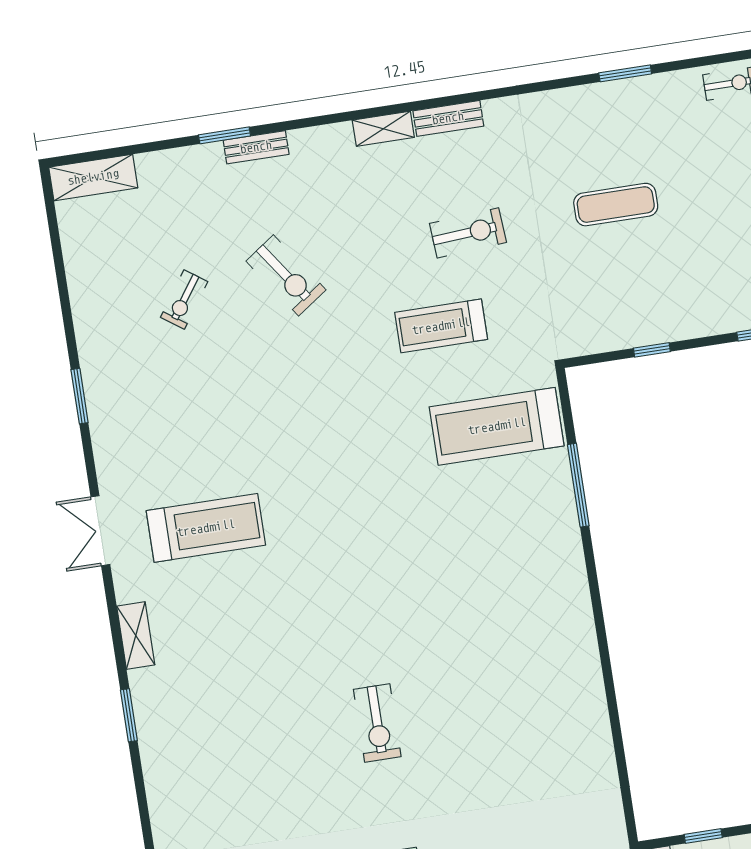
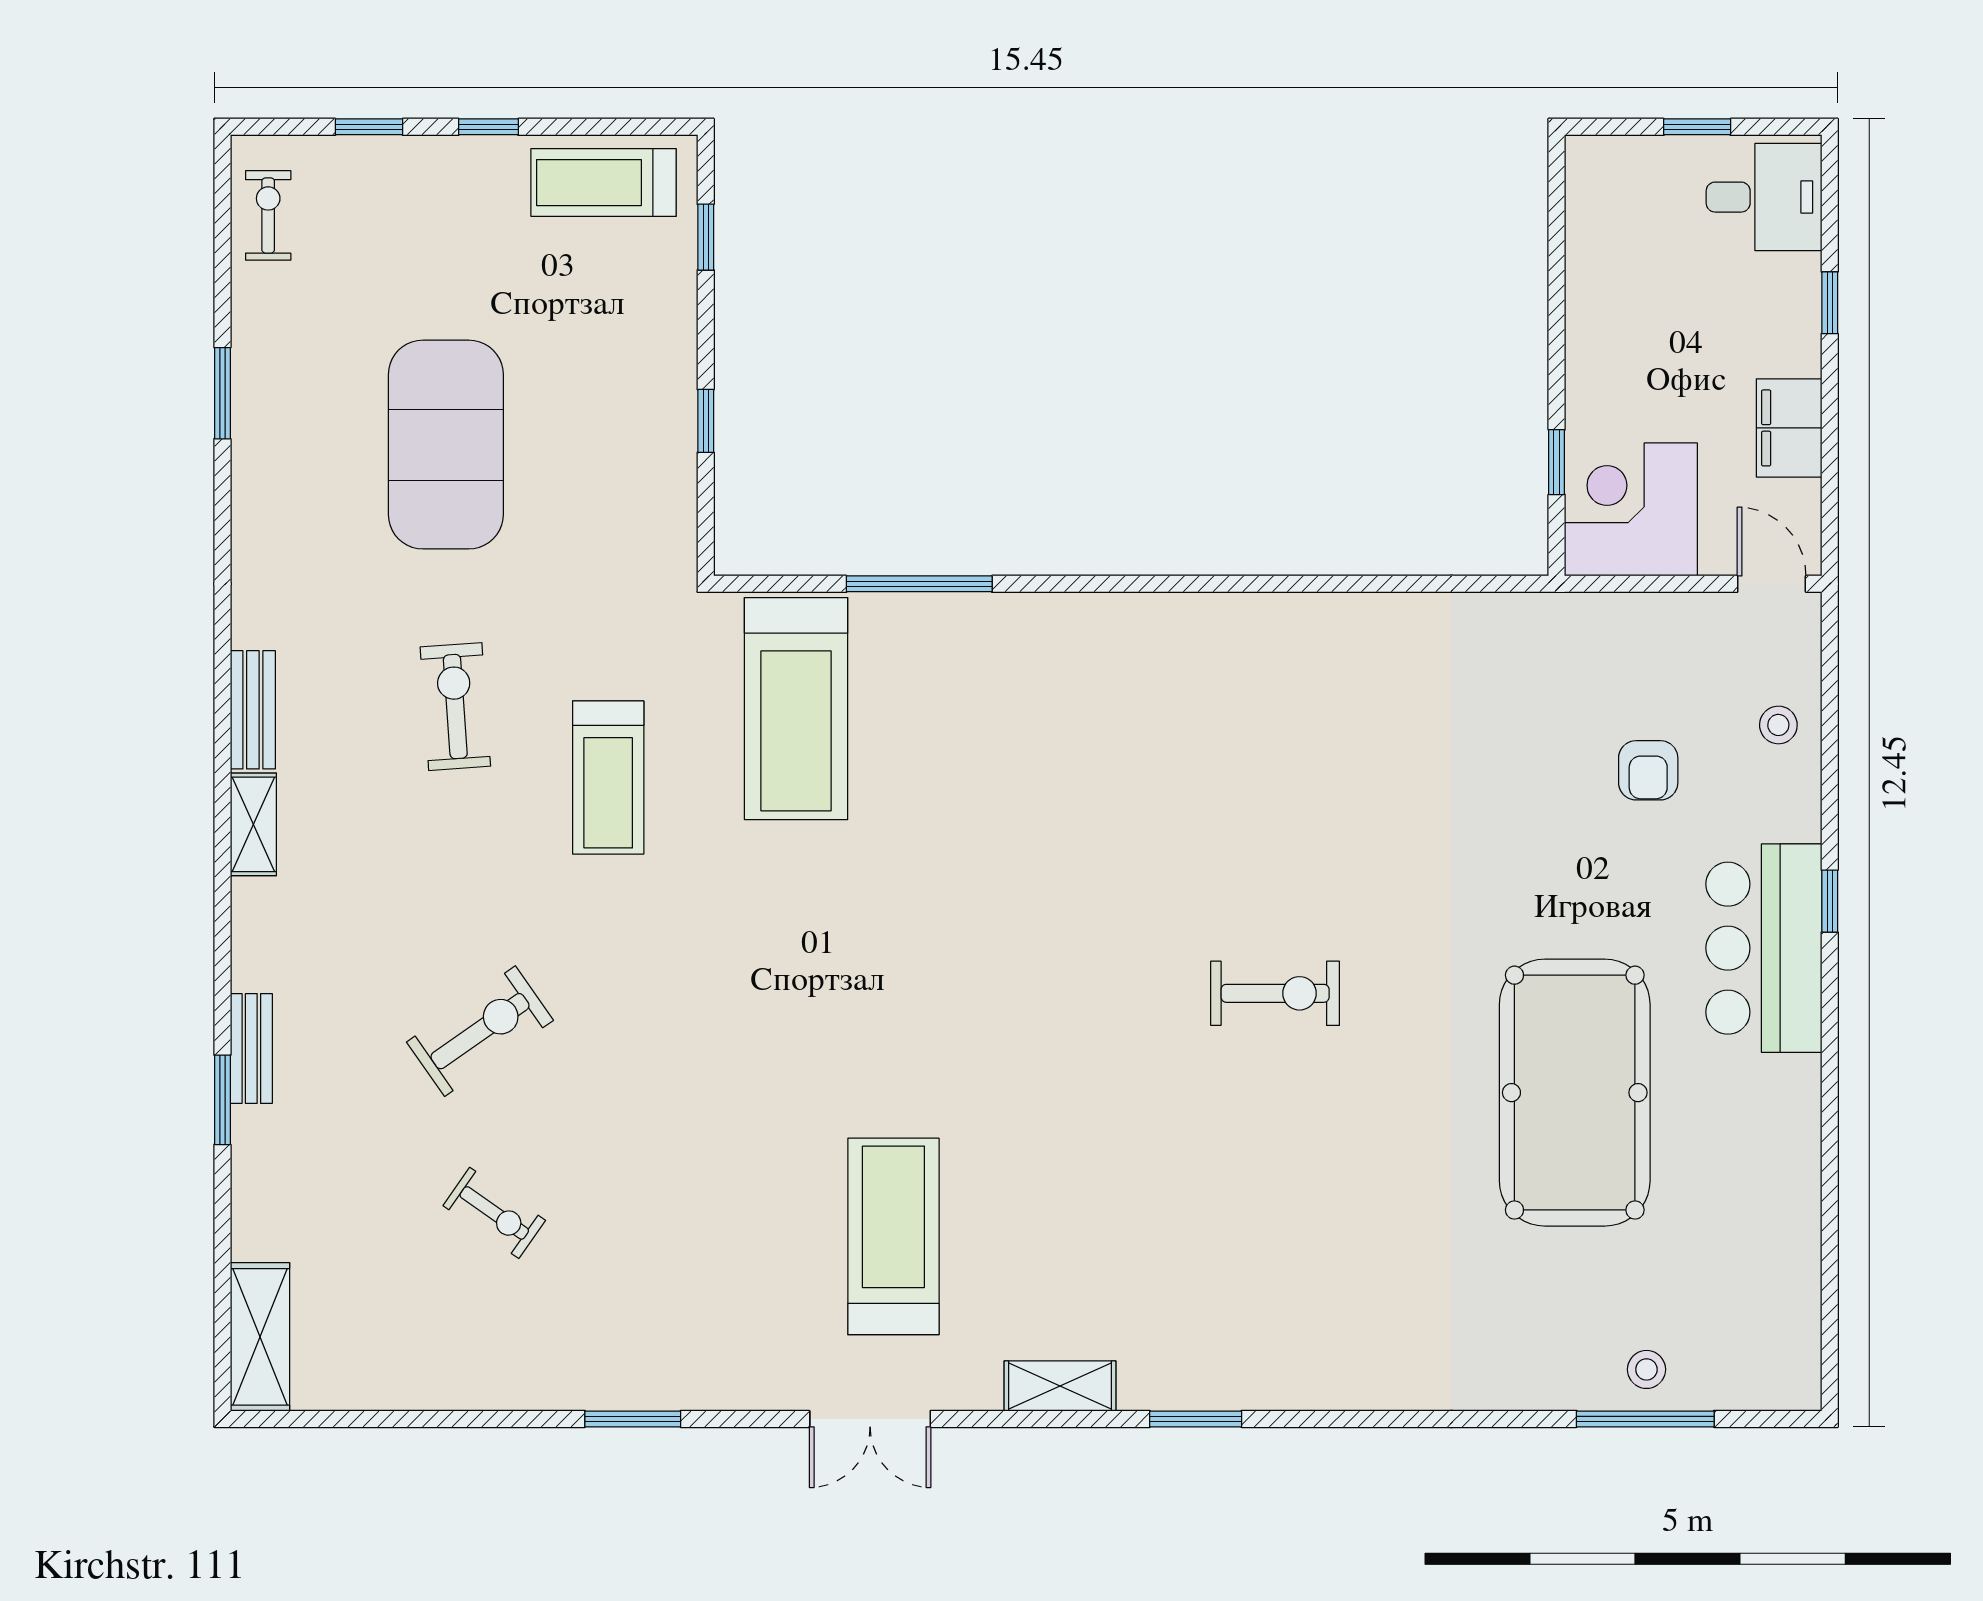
exercise mat: (616, 205) -> (446, 445), width x2.00, depth x1.45

